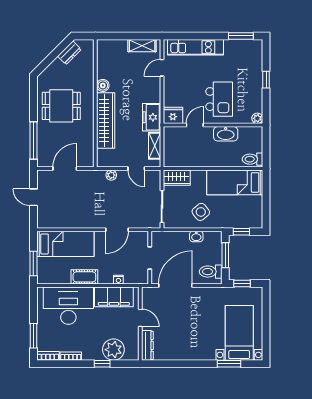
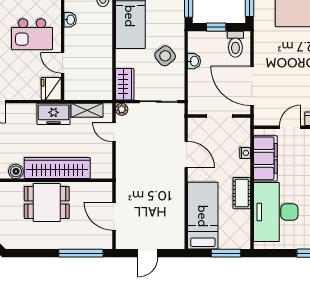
kitchen island: (219, 99) -> (32, 34), turned 180
dining table: (61, 106) -> (47, 202), moved, turned 90
washbasin: (226, 134) -> (70, 20), width x0.52, depth x0.69
door: (136, 169) -> (114, 132), swing flipped
plant: (111, 175) -> (122, 109), moved
window: (225, 255) -> (216, 27), width x0.67

